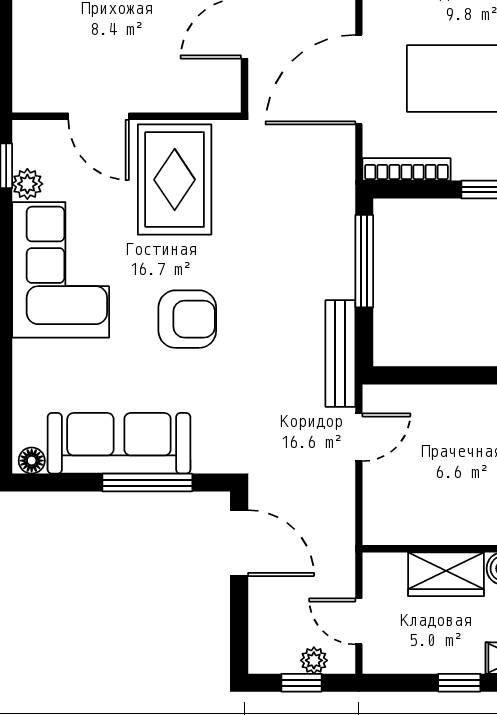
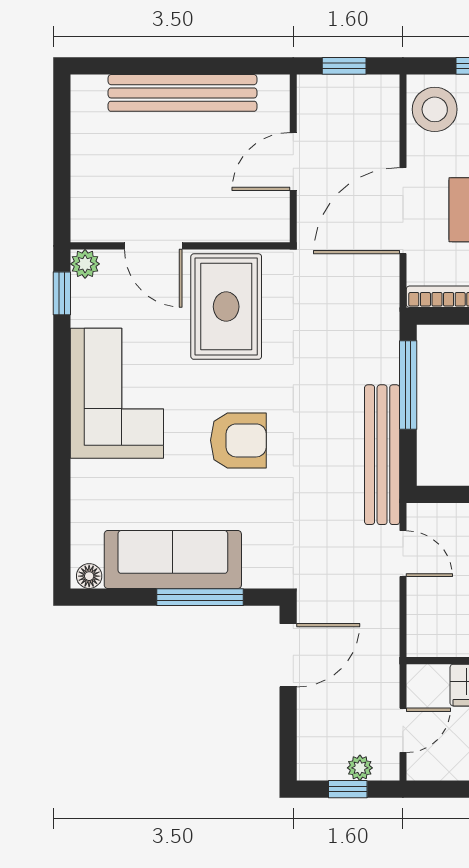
plant: (27, 184) -> (85, 264), moved
bench: (340, 354) -> (382, 455), width x1.37, depth x1.21
door: (359, 437) -> (403, 554), hinge flipped
door: (239, 543) -> (288, 655), hinge flipped
door: (359, 621) -> (403, 730), swing flipped

